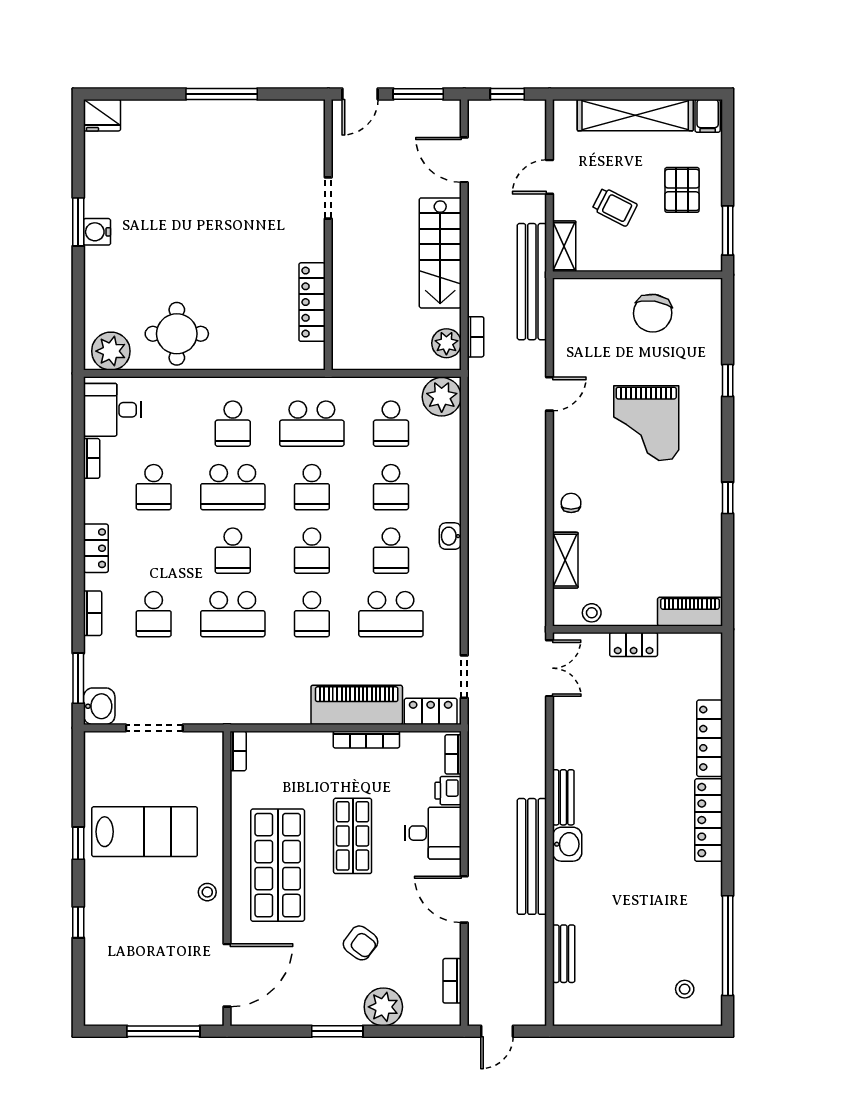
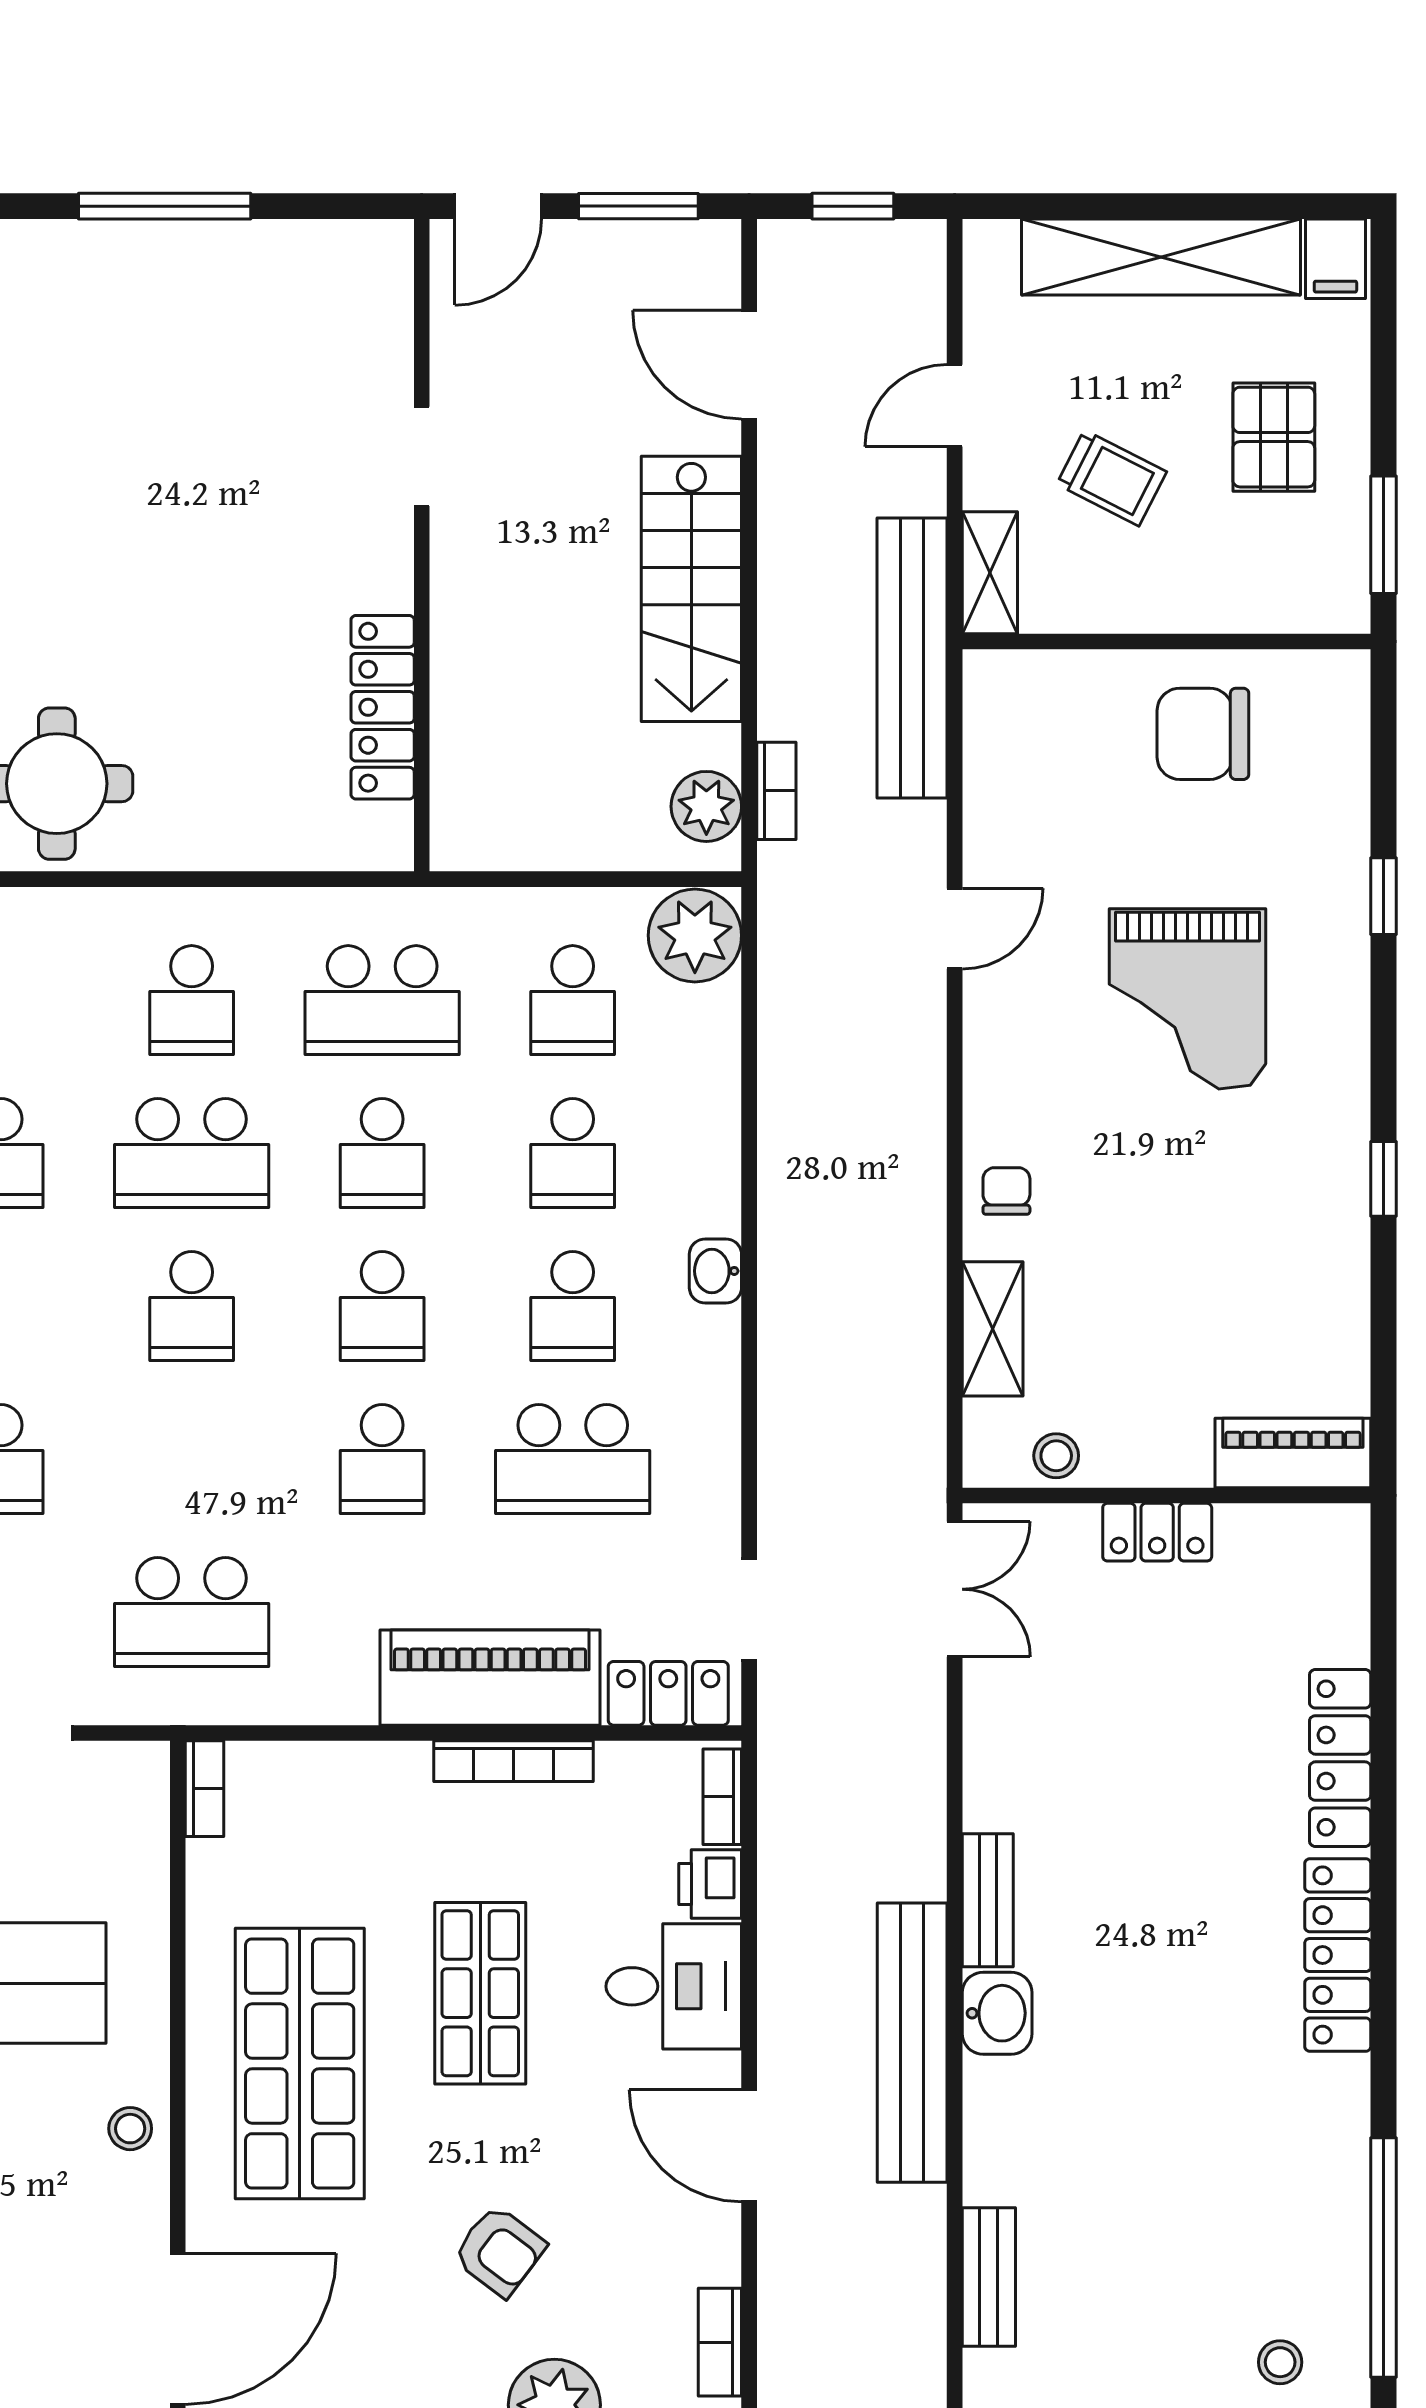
chair: (653, 313) -> (1203, 734), turned 82
school desk: (233, 614) -> (192, 1612), moved

